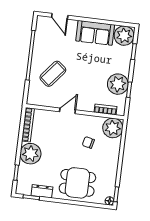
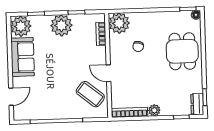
coffee table: (53, 74) -> (90, 94), moved
plant: (118, 84) -> (61, 25), moved
plant: (30, 154) -> (154, 110), width x0.53, depth x0.53
dresser: (42, 191) -> (197, 104), moved

